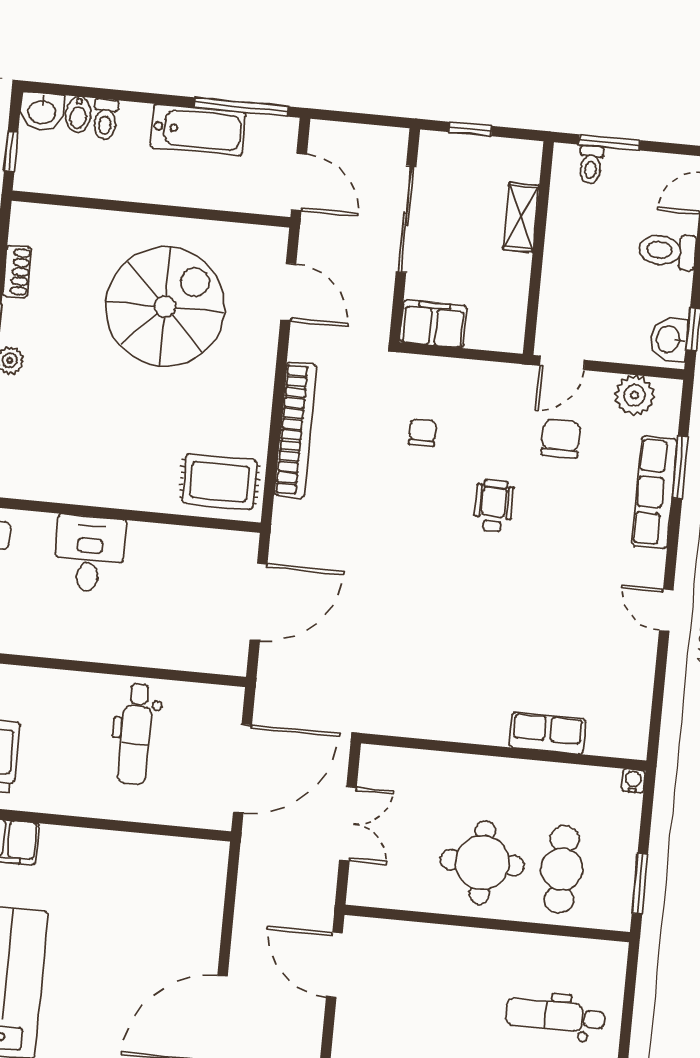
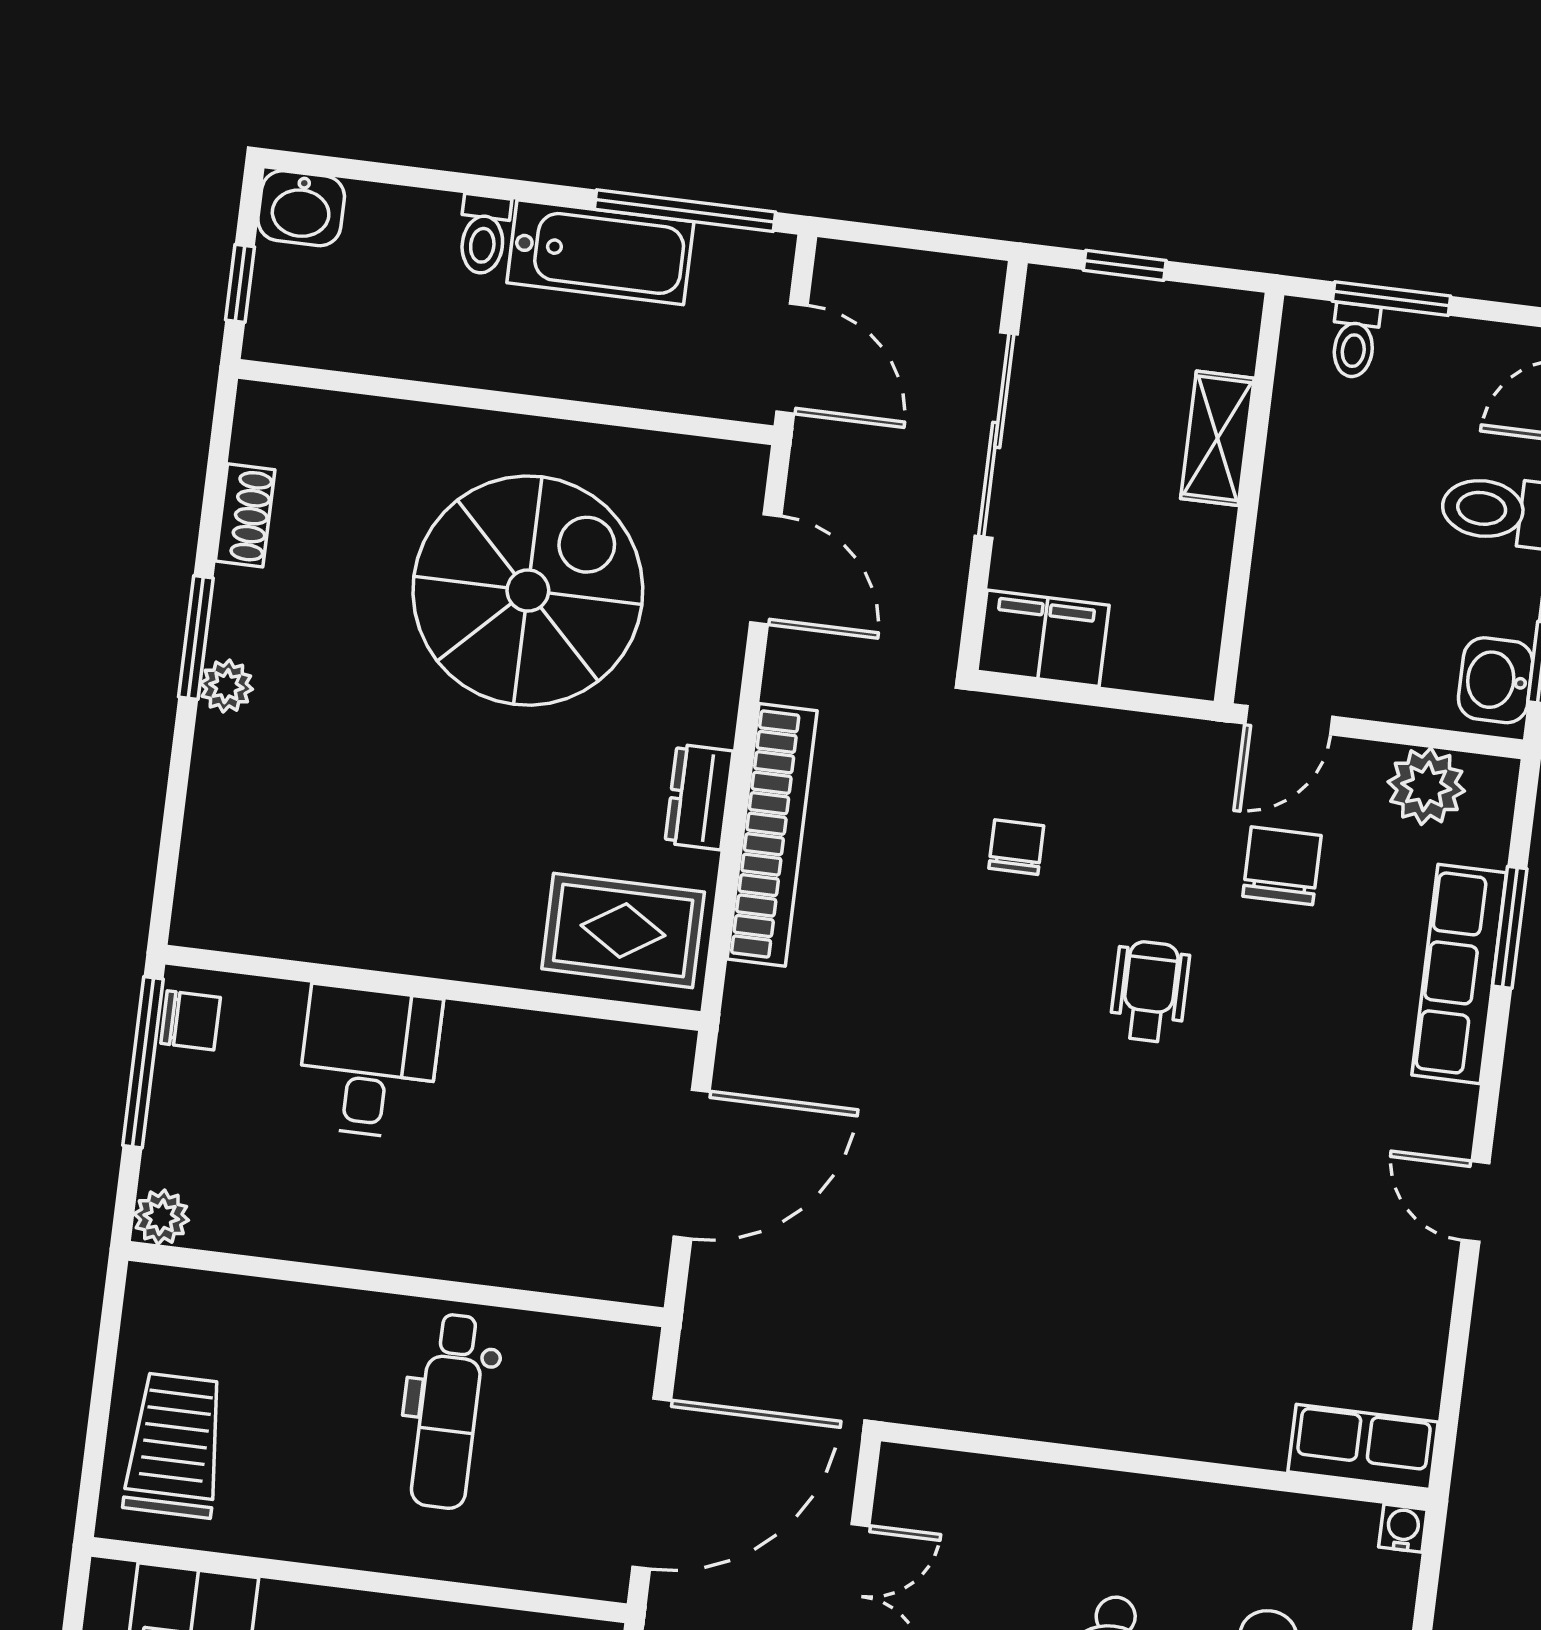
bidet: (78, 115) -> (371, 217), removed
toilet: (105, 119) -> (484, 235), moved
dresser: (257, 411) -> (699, 797), added
row of seats: (547, 733) -> (1363, 1447), moved

